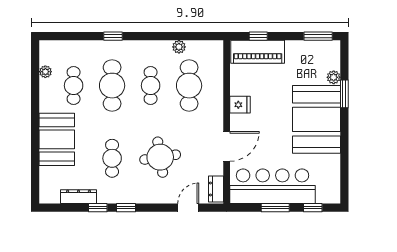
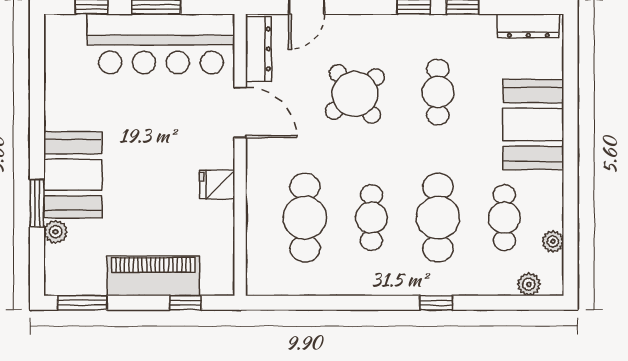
plant: (179, 47) -> (529, 284), moved
piano: (258, 52) -> (153, 276), moved
booth: (316, 119) -> (73, 175), width x0.73, depth x0.70
door: (227, 146) -> (240, 112), swing flipped
round table: (160, 157) -> (355, 94), turned -30
dresser: (216, 189) -> (258, 49), width x1.44
dresser: (79, 197) -> (528, 26), moved

